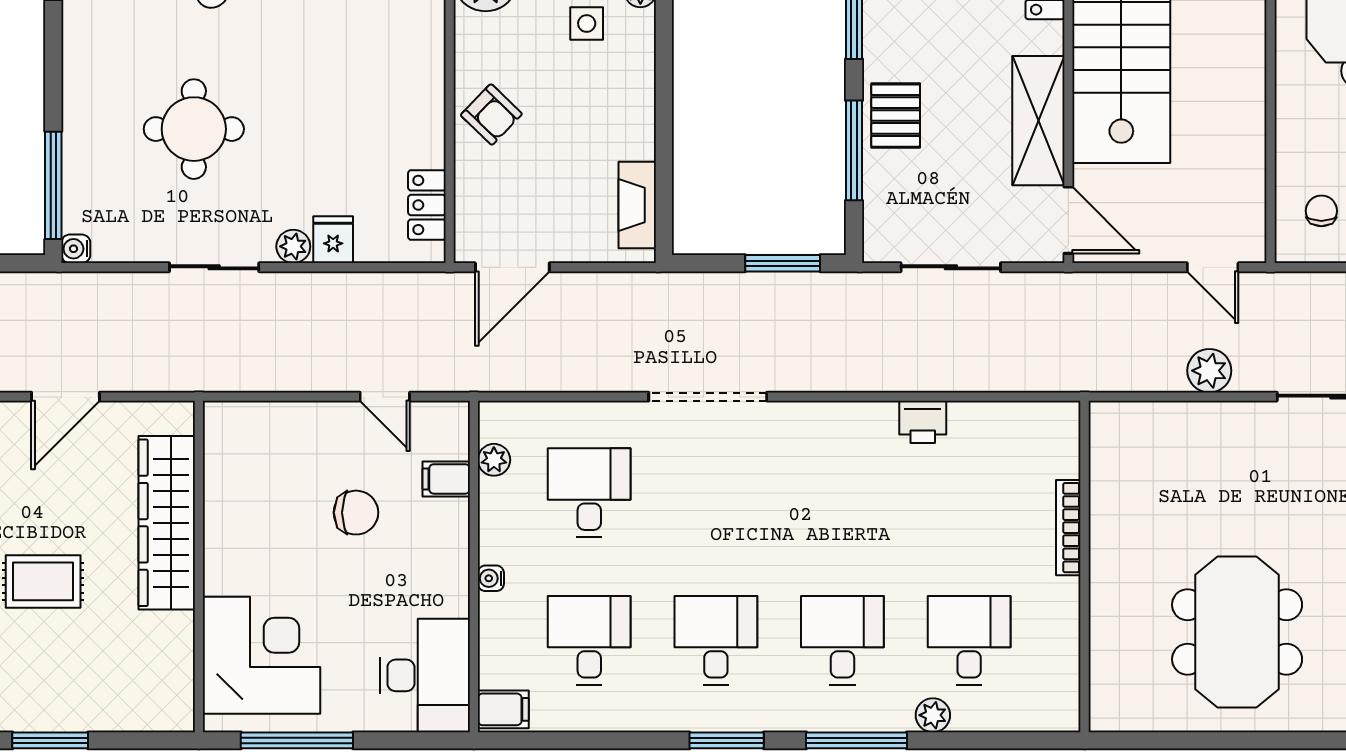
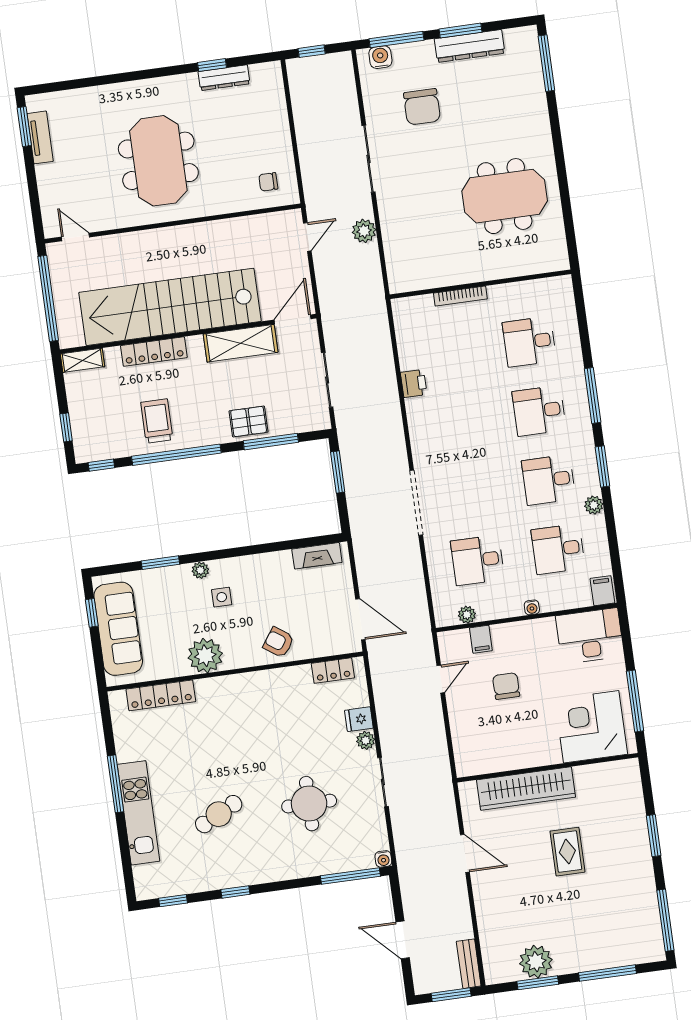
armchair: (491, 114) -> (279, 642), turned -99
plant: (933, 715) -> (594, 505), moved

